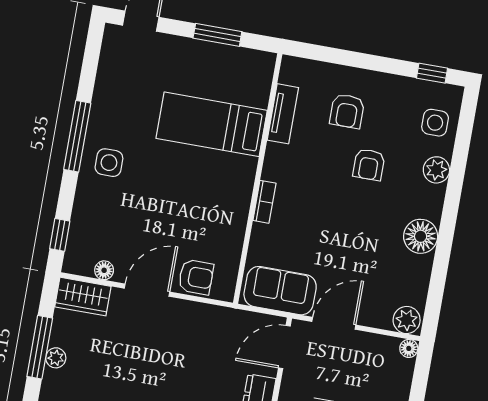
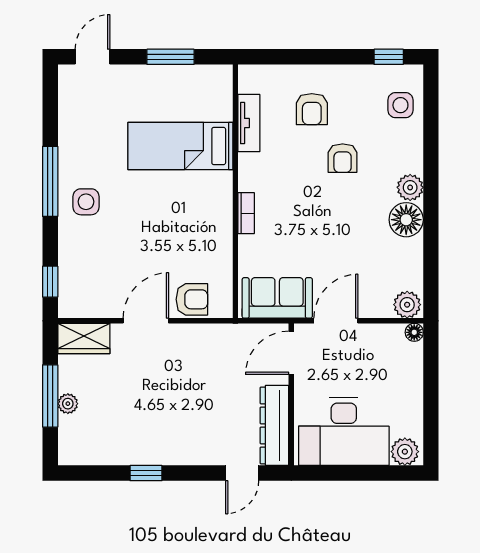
plant: (436, 170) -> (410, 187), moved
floor lamp: (104, 270) -> (100, 309), removed

